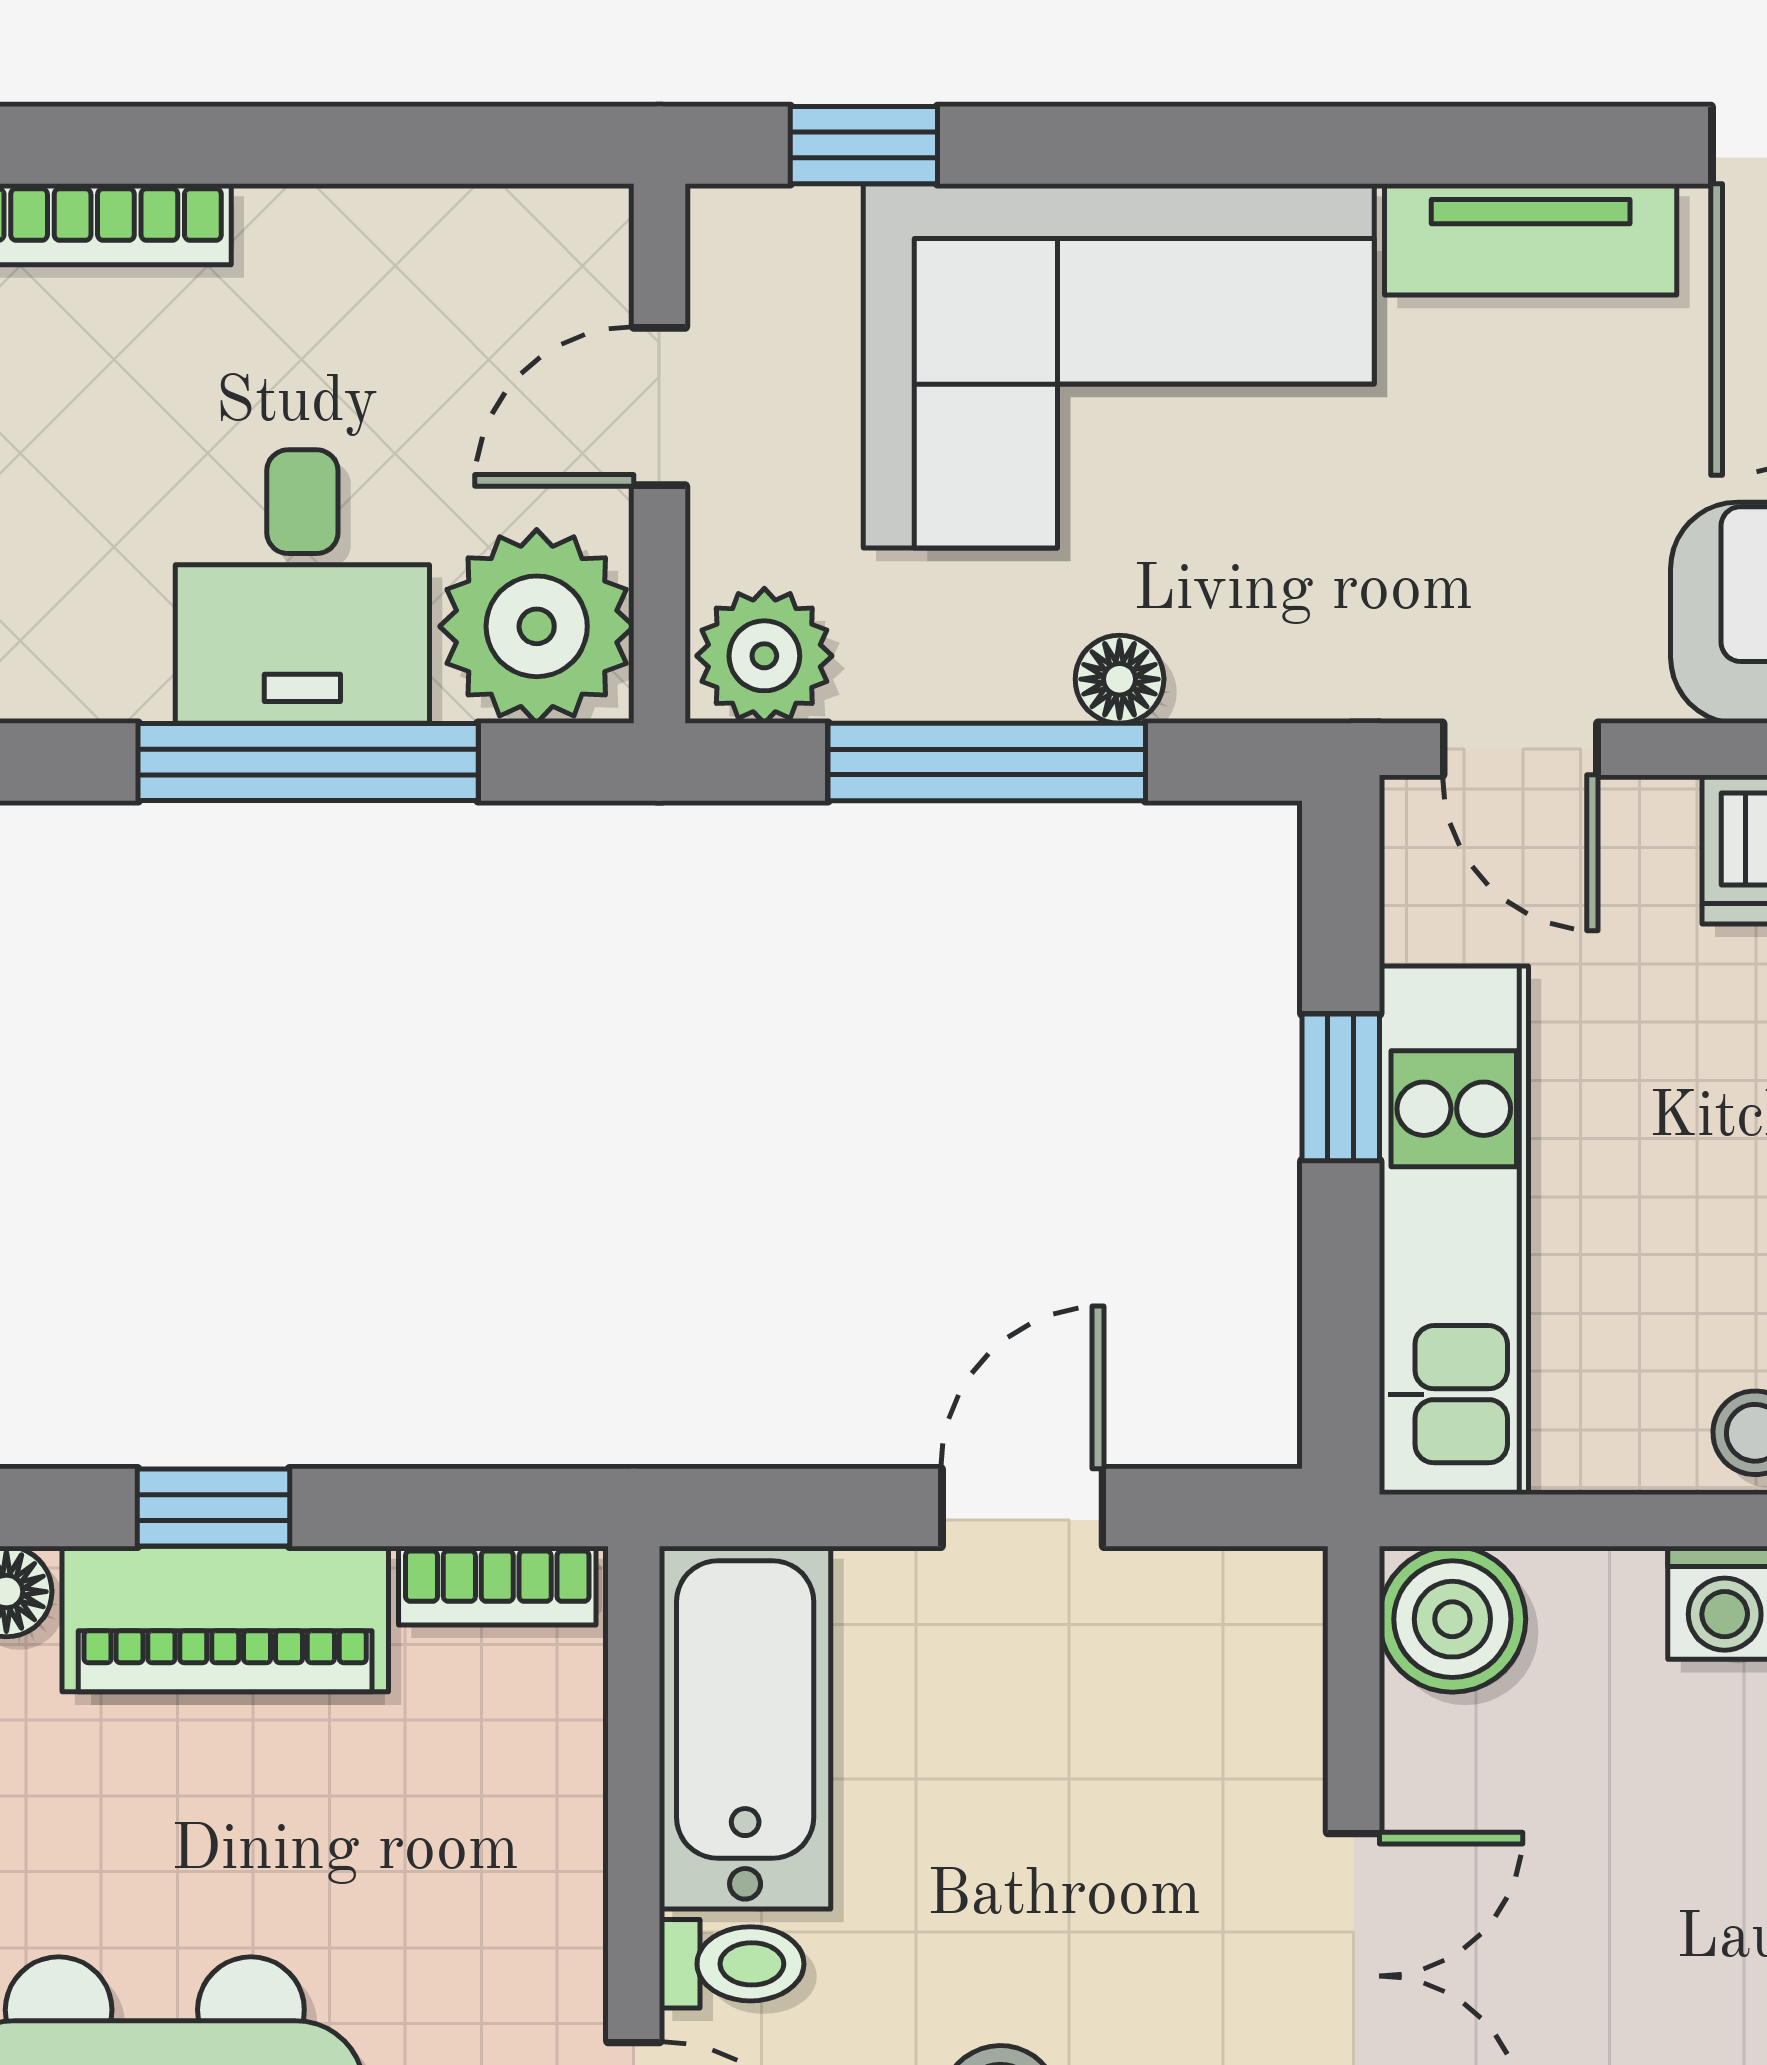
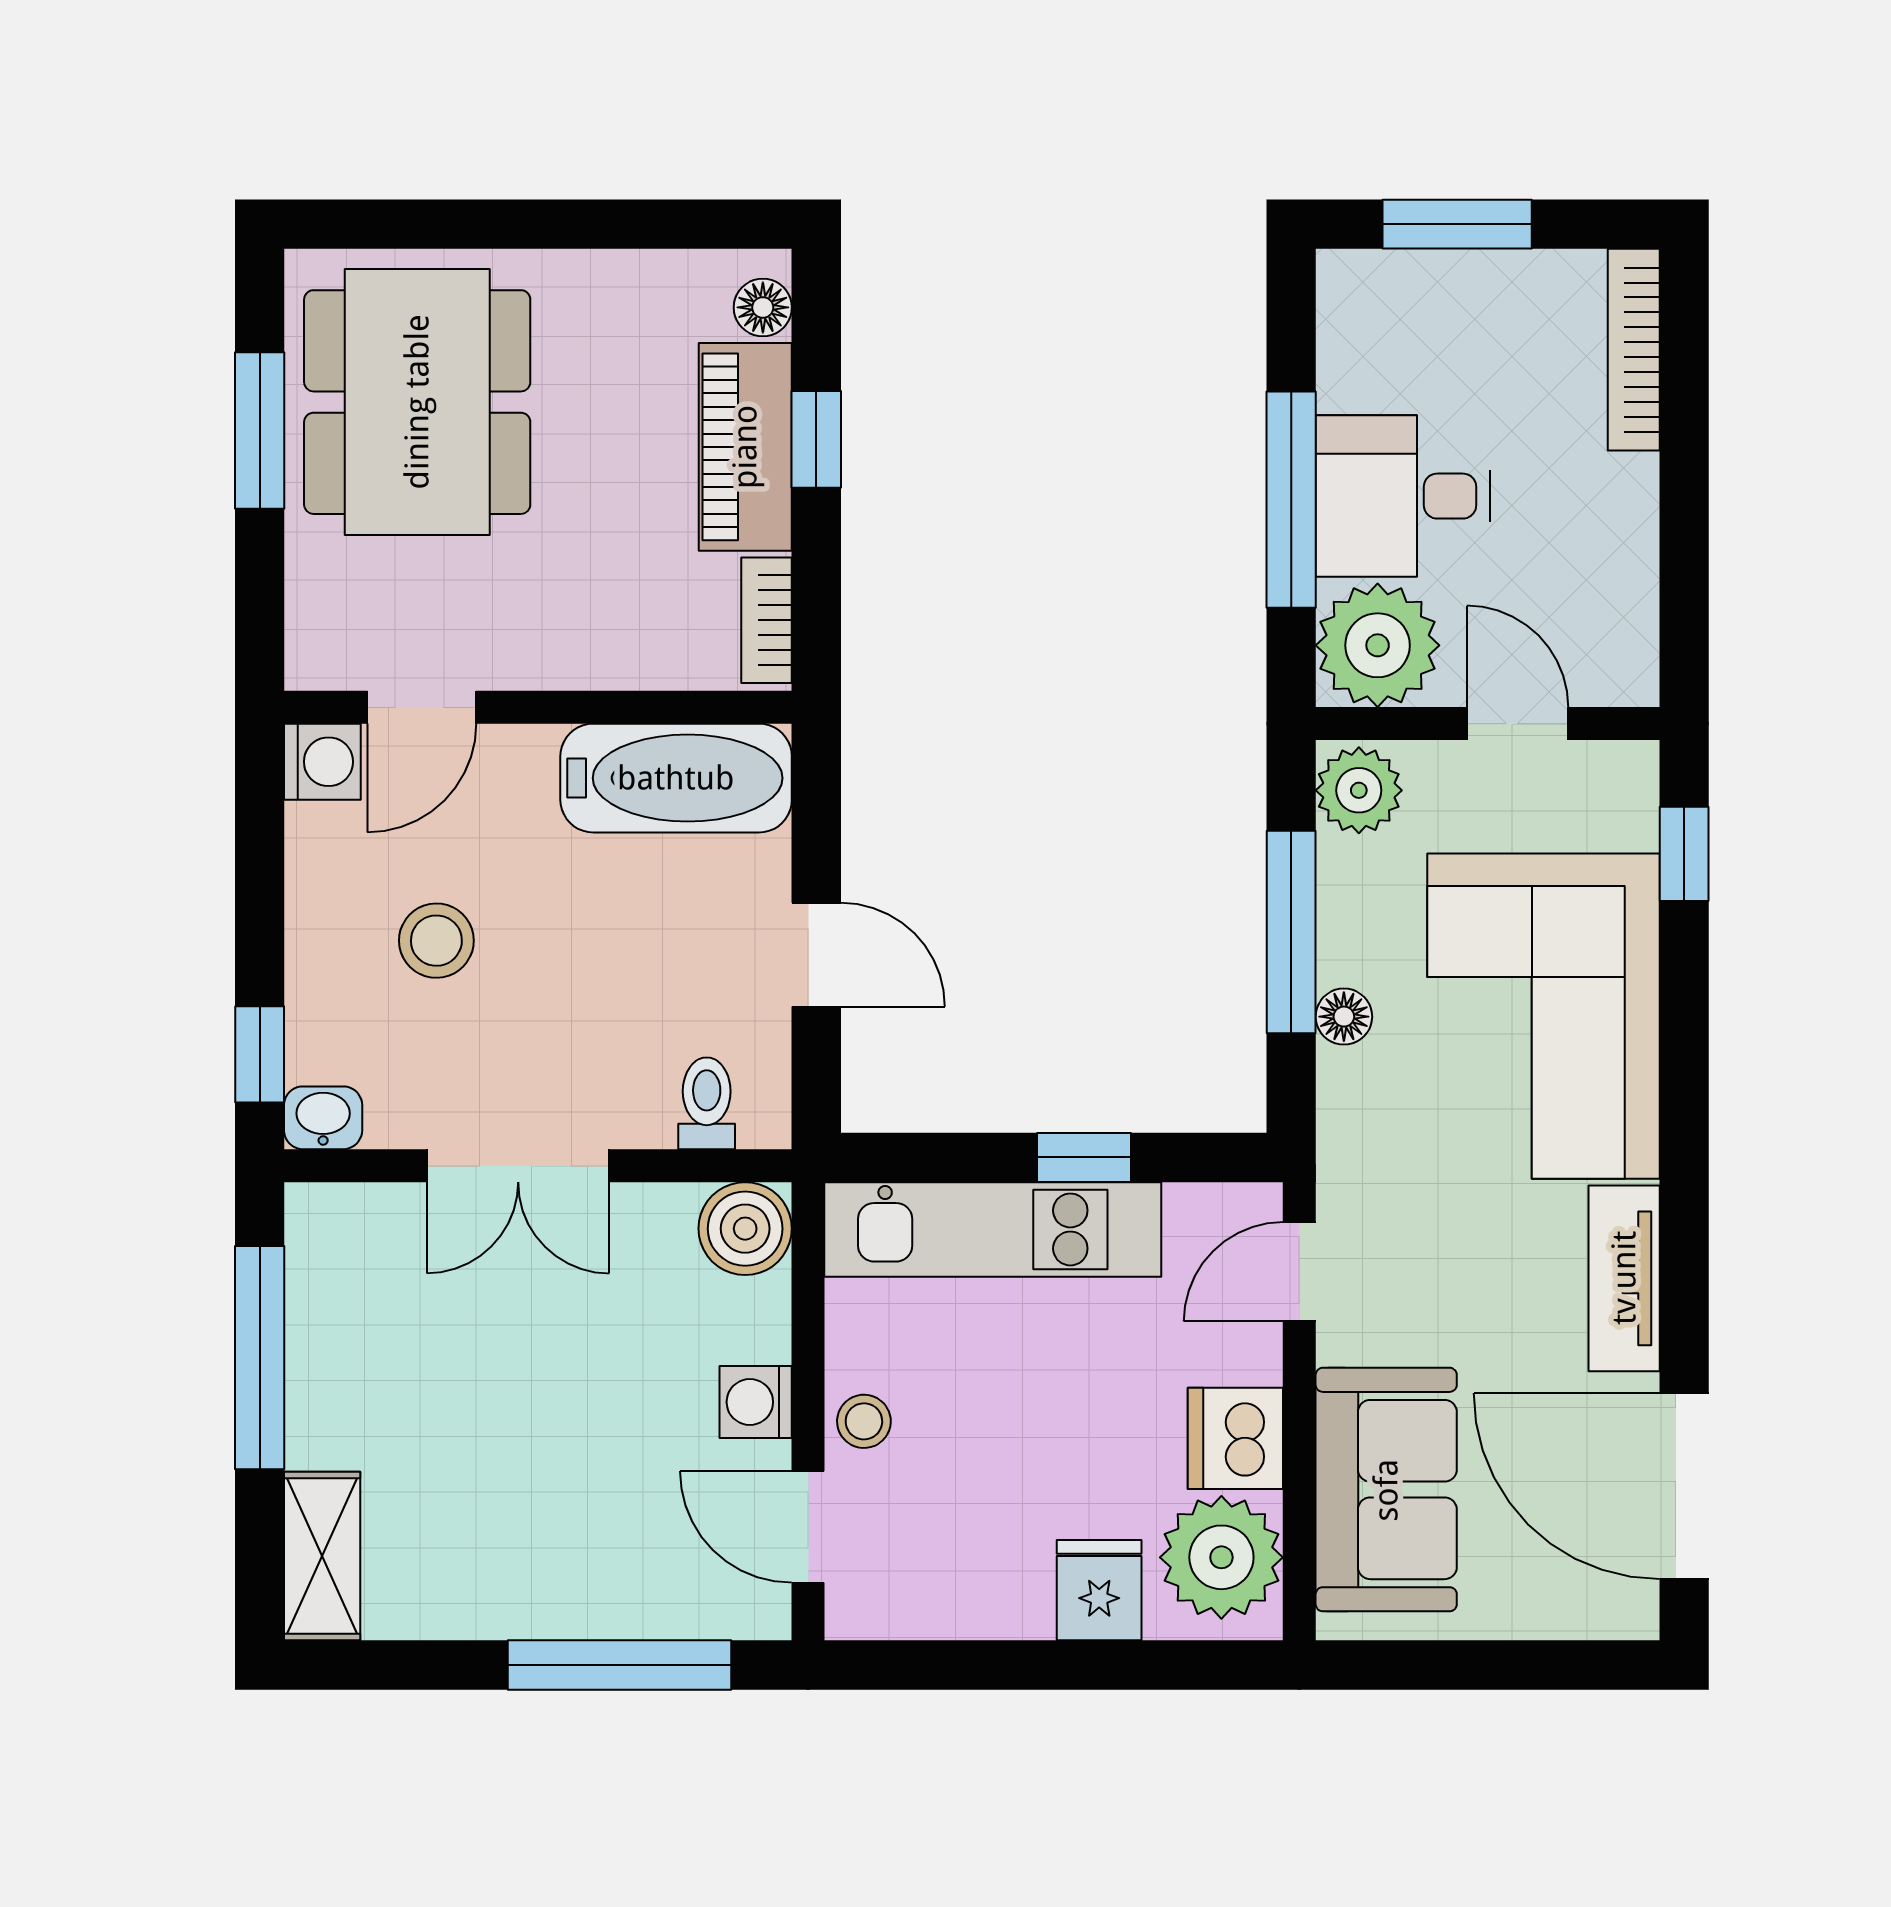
toilet: (732, 1964) -> (707, 1103), moved, turned 180

